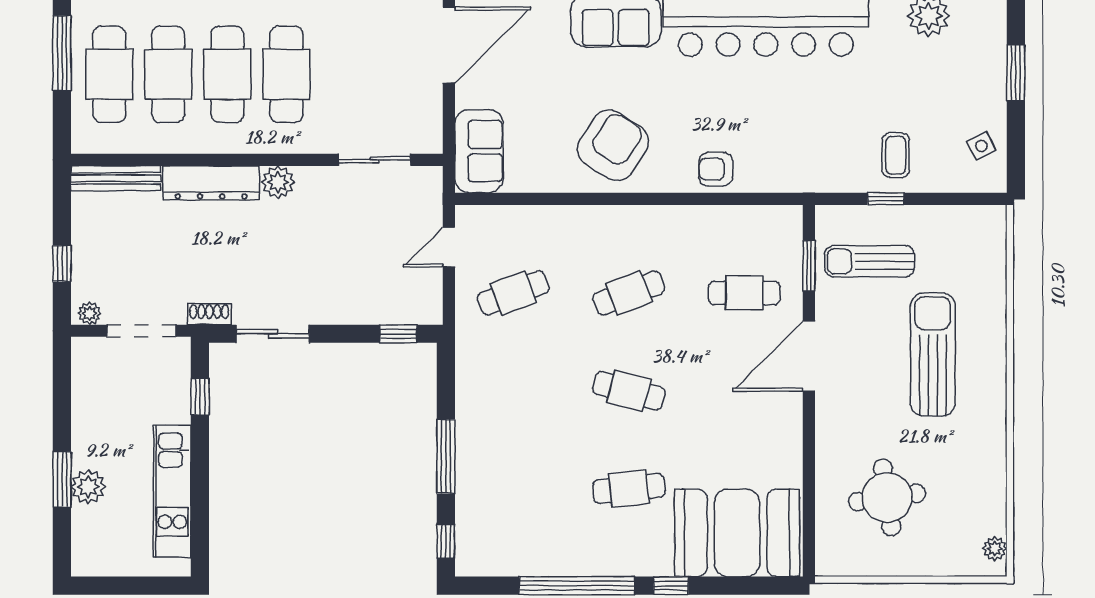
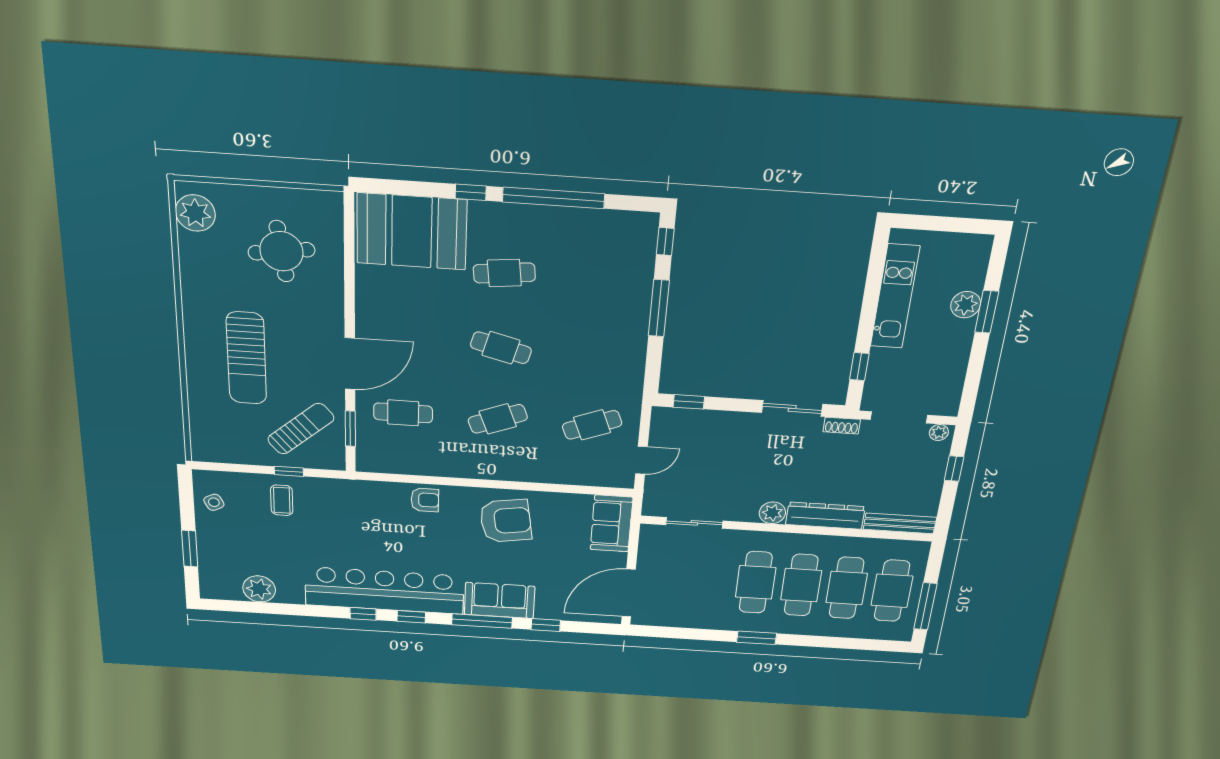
armchair: (613, 145) -> (506, 521), turned -132
sun lounger: (870, 261) -> (301, 429), turned -41
plant: (995, 549) -> (195, 213), width x1.87, depth x1.87

